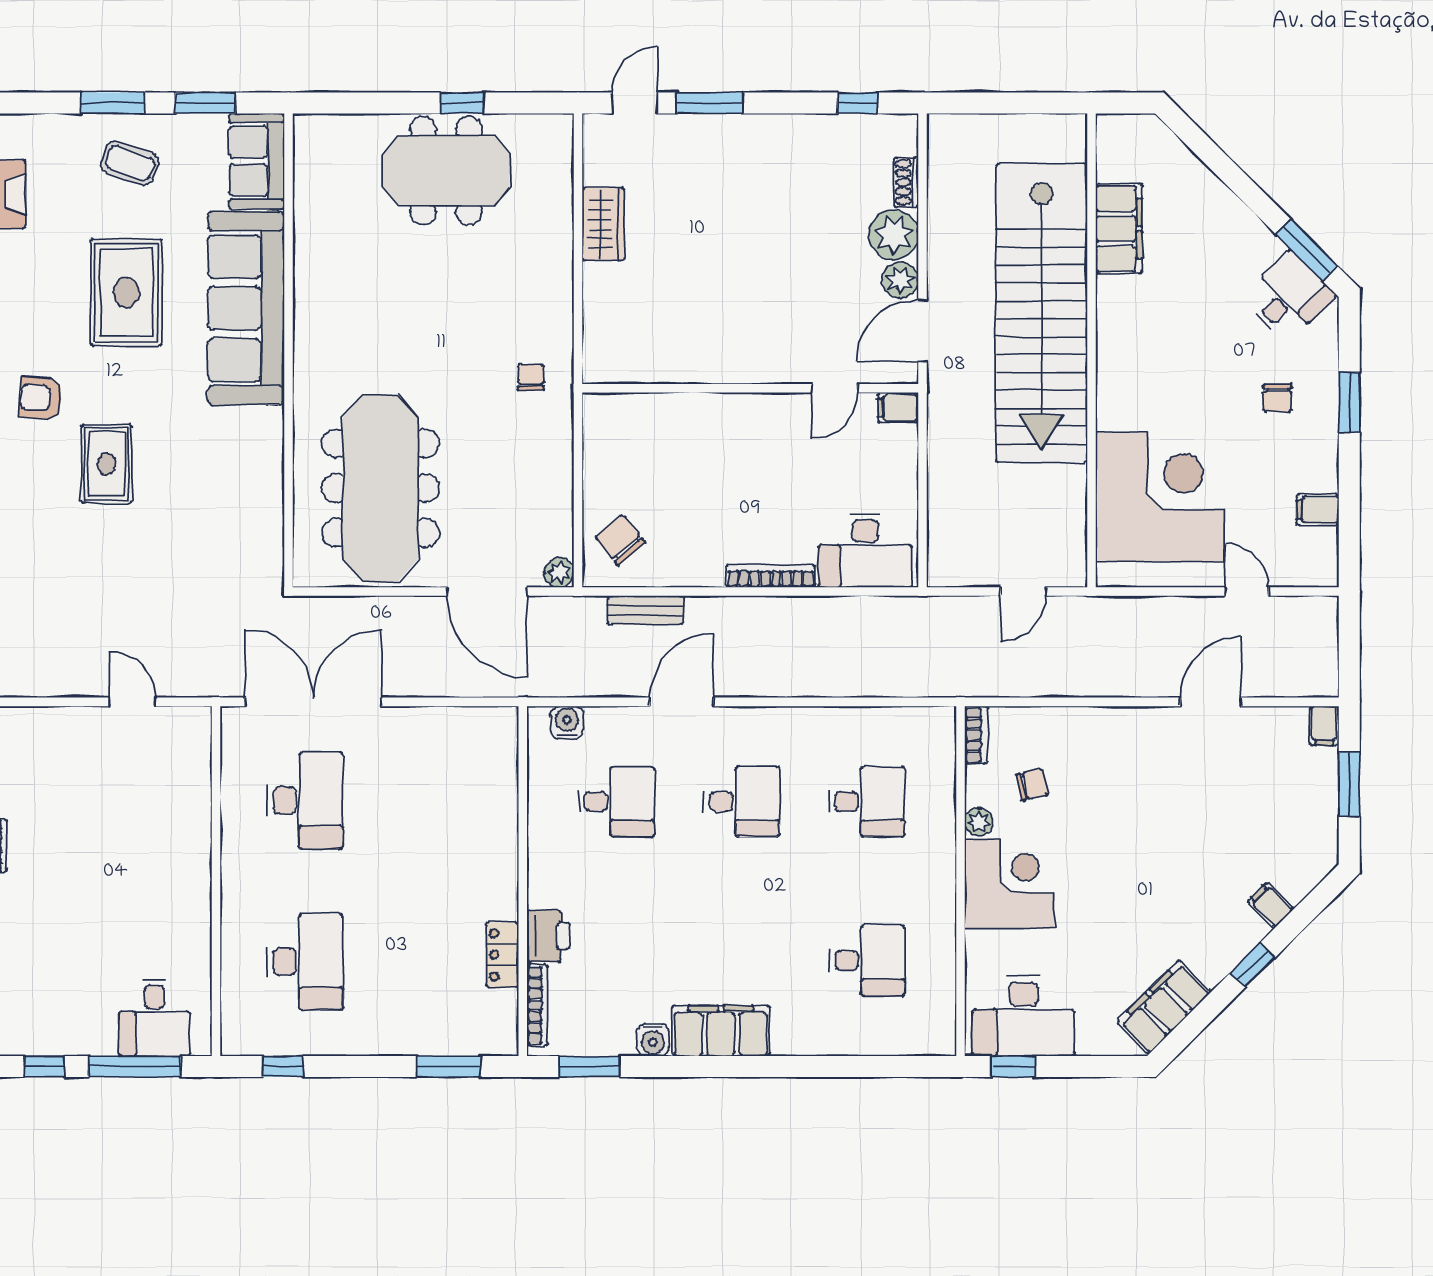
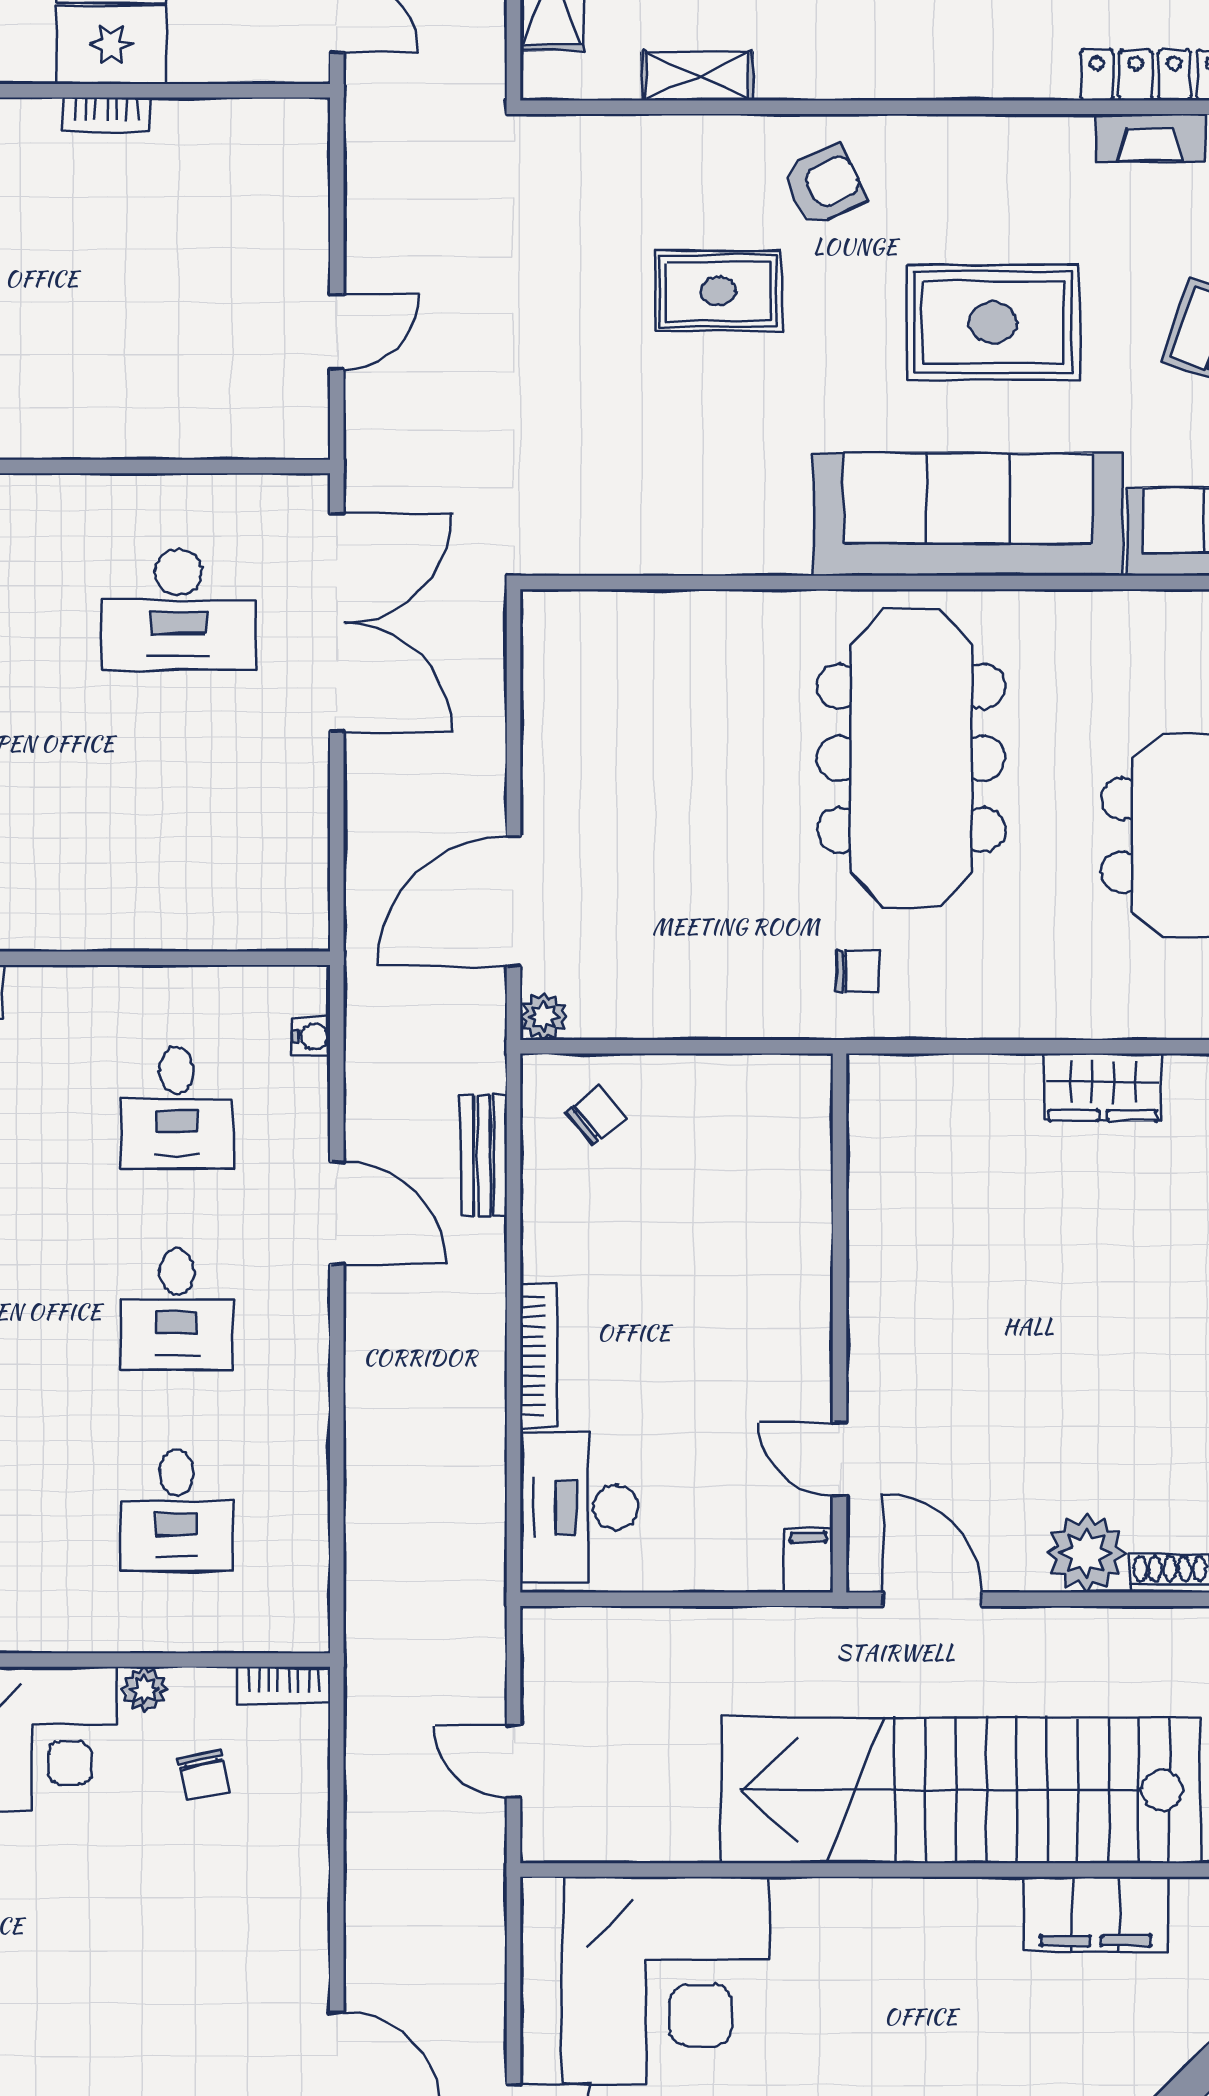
plant: (900, 280) -> (1013, 1564), removed
armchair: (41, 398) -> (824, 185), turned 60
meeting table: (381, 488) -> (911, 758), moved, turned 90
chair: (620, 540) -> (596, 1115), width x0.73, depth x0.73
water cooler: (567, 722) -> (311, 1036), width x0.72, depth x0.72

